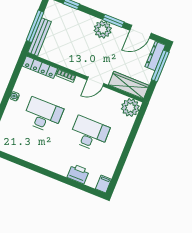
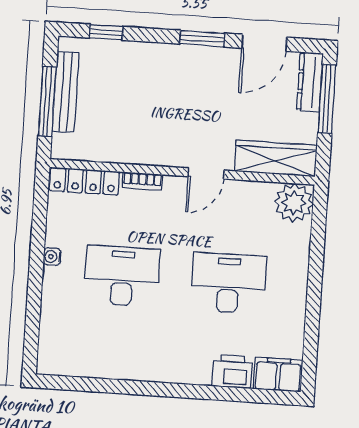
plant: (103, 29) -> (186, 63), removed
bench: (40, 37) -> (66, 92), moved
filing cabinet: (103, 184) -> (278, 375), width x2.00

